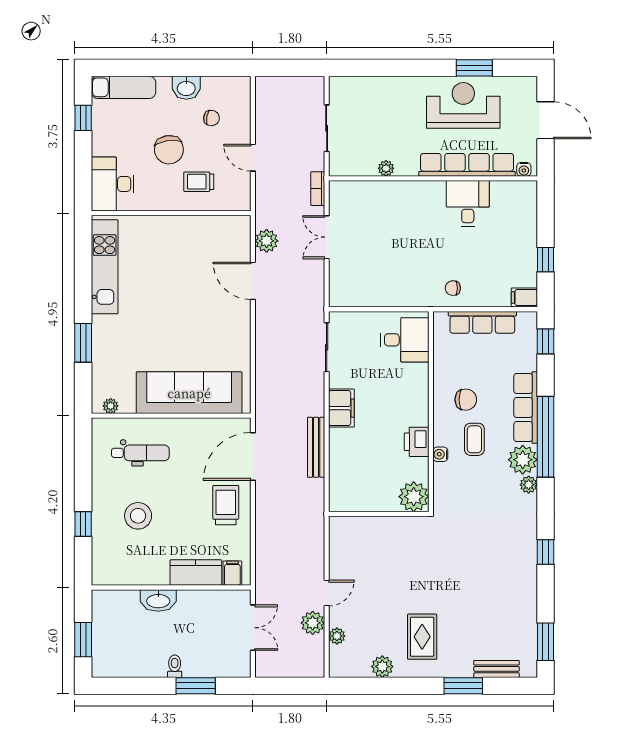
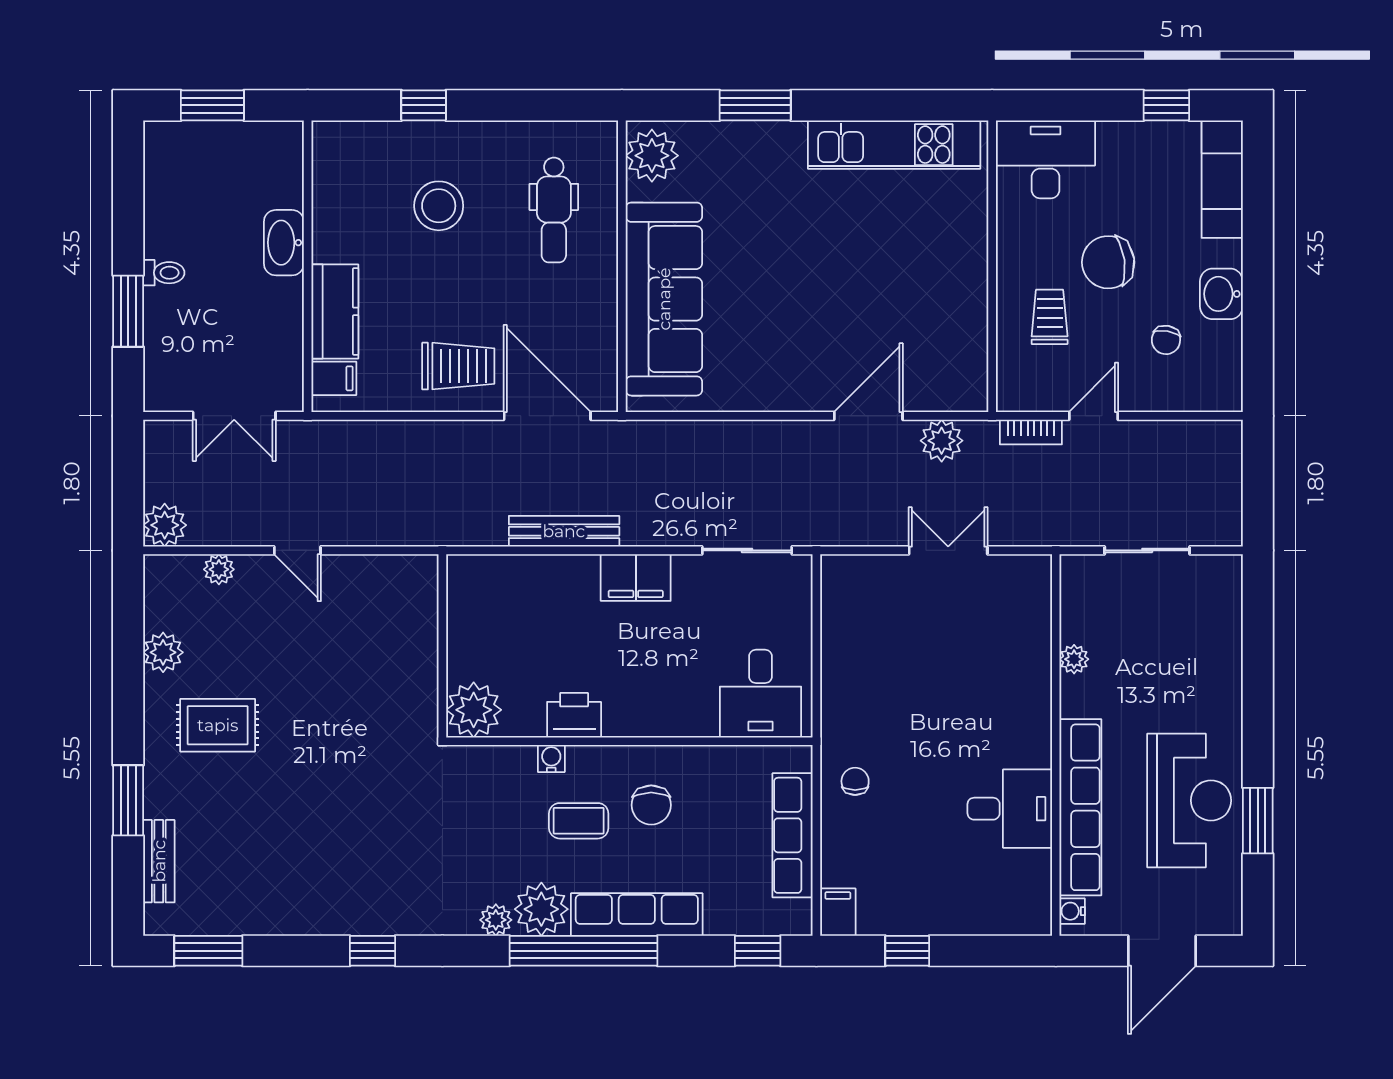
bookcase: (318, 189) -> (1031, 432), moved, turned 180
plant: (111, 406) -> (652, 156), width x1.87, depth x1.87
plant: (313, 623) -> (165, 525), moved

